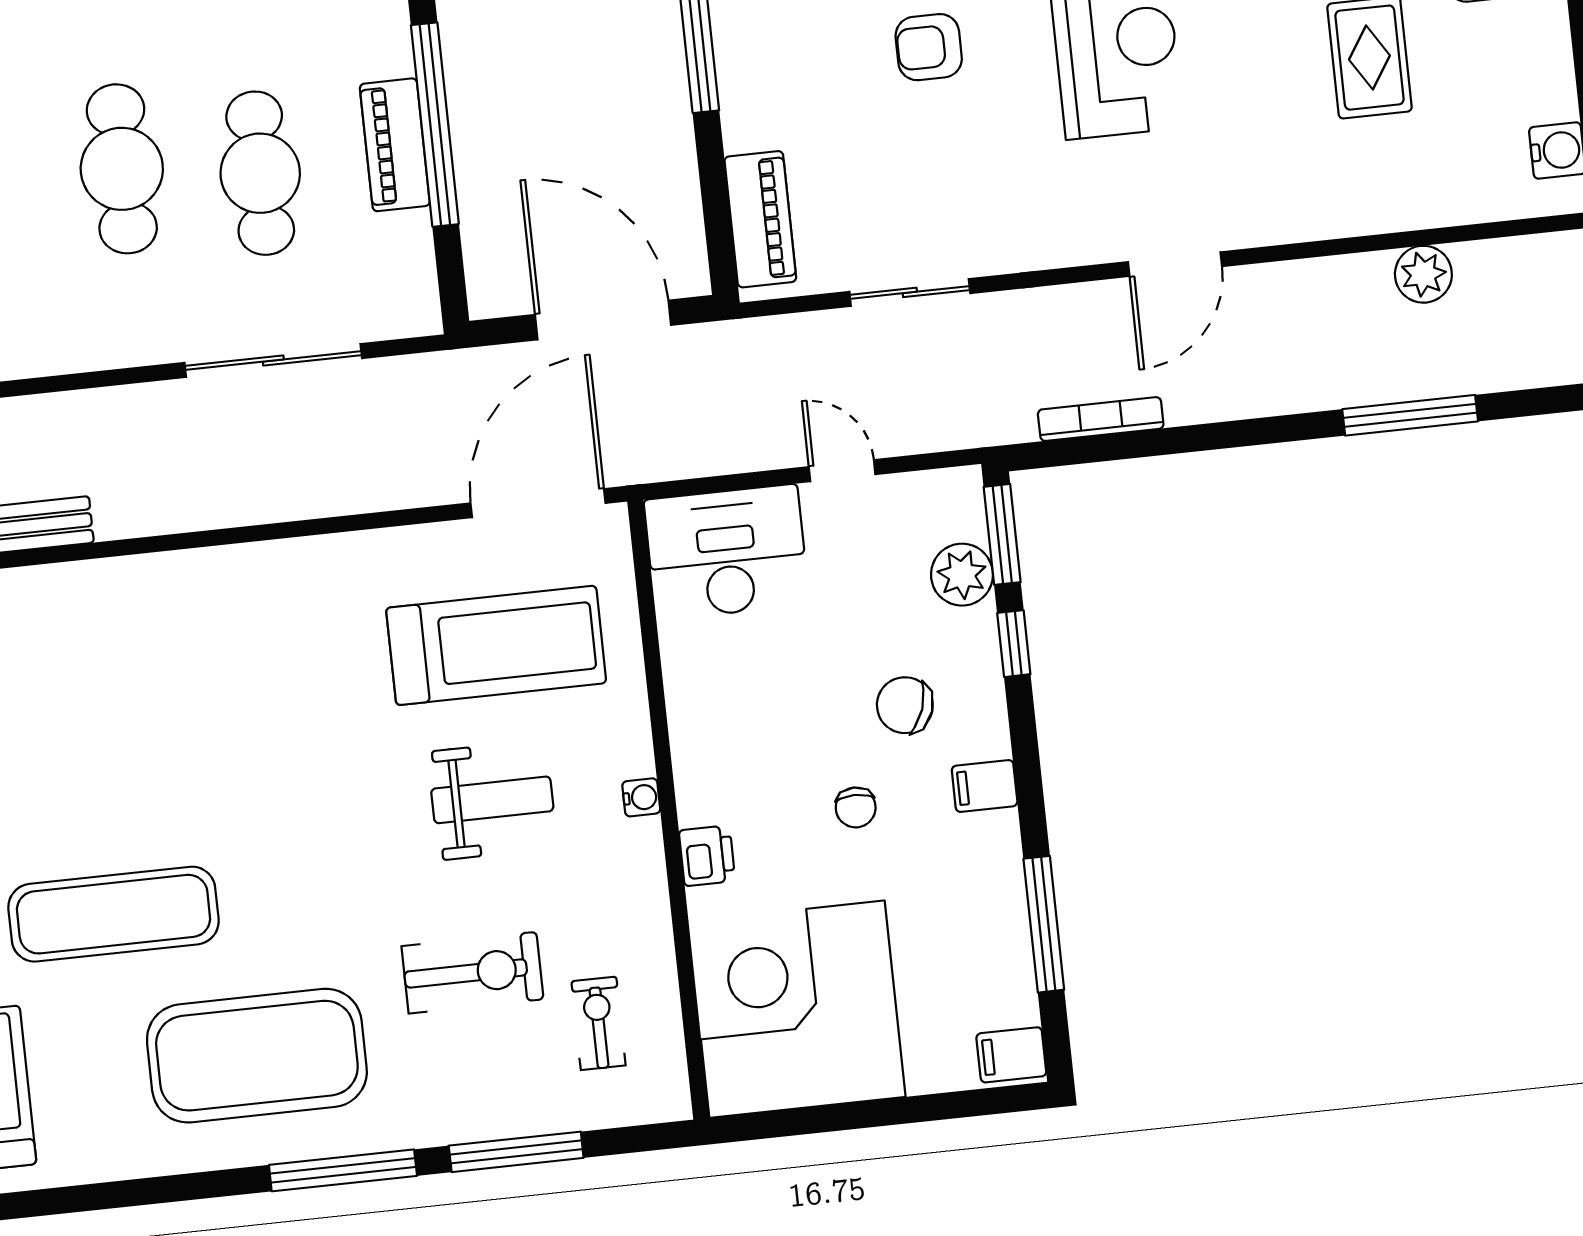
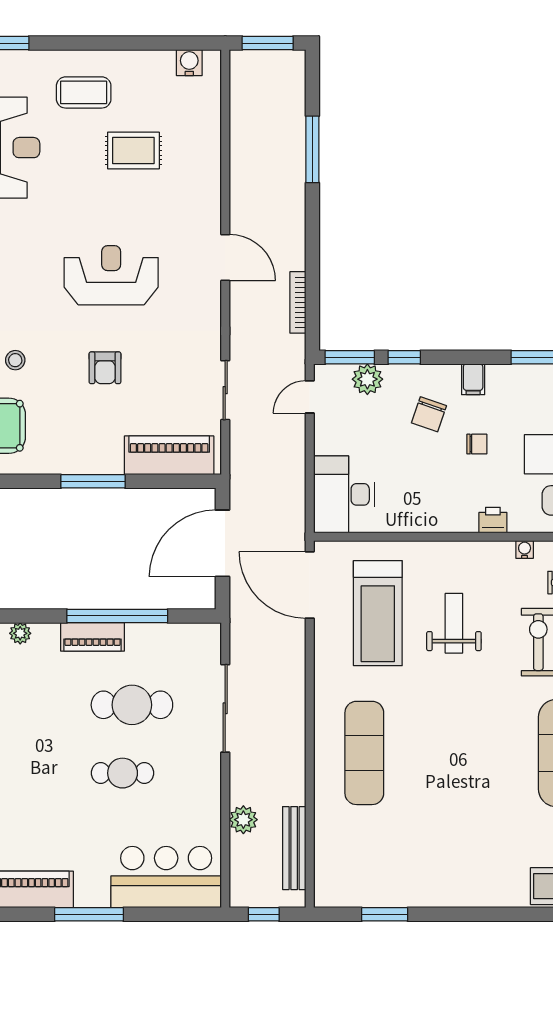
piano: (395, 145) -> (93, 637), moved
cafe table: (122, 169) -> (123, 773), width x0.73, depth x0.74
piano: (760, 219) -> (169, 455), width x1.37, depth x1.33
plant: (1423, 274) -> (243, 820), moved
door: (842, 471) -> (310, 397), moved
treadmill: (496, 645) -> (378, 613), turned 180
water cooler: (641, 797) -> (525, 549), moved
exercise mat: (114, 914) -> (364, 753), moved

